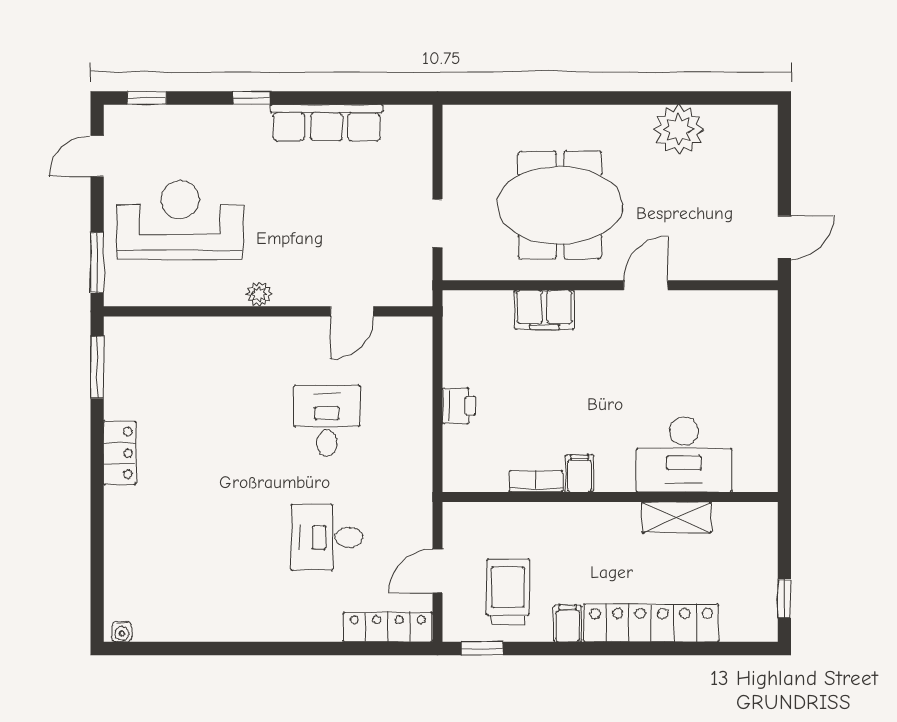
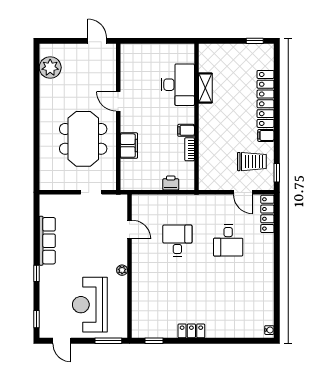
plant: (679, 129) -> (50, 67), moved
window: (97, 367) -> (154, 341), width x0.67
desk: (327, 421) -> (177, 241), turned 90
desk: (684, 454) -> (178, 85), moved
filing cabinet: (579, 473) -> (186, 130), moved
bookcase: (536, 481) -> (190, 149), moved
wall: (610, 497) -> (196, 117), moved
shelving: (676, 517) -> (205, 88), moved
trolley: (508, 592) -> (252, 162), turned 180

